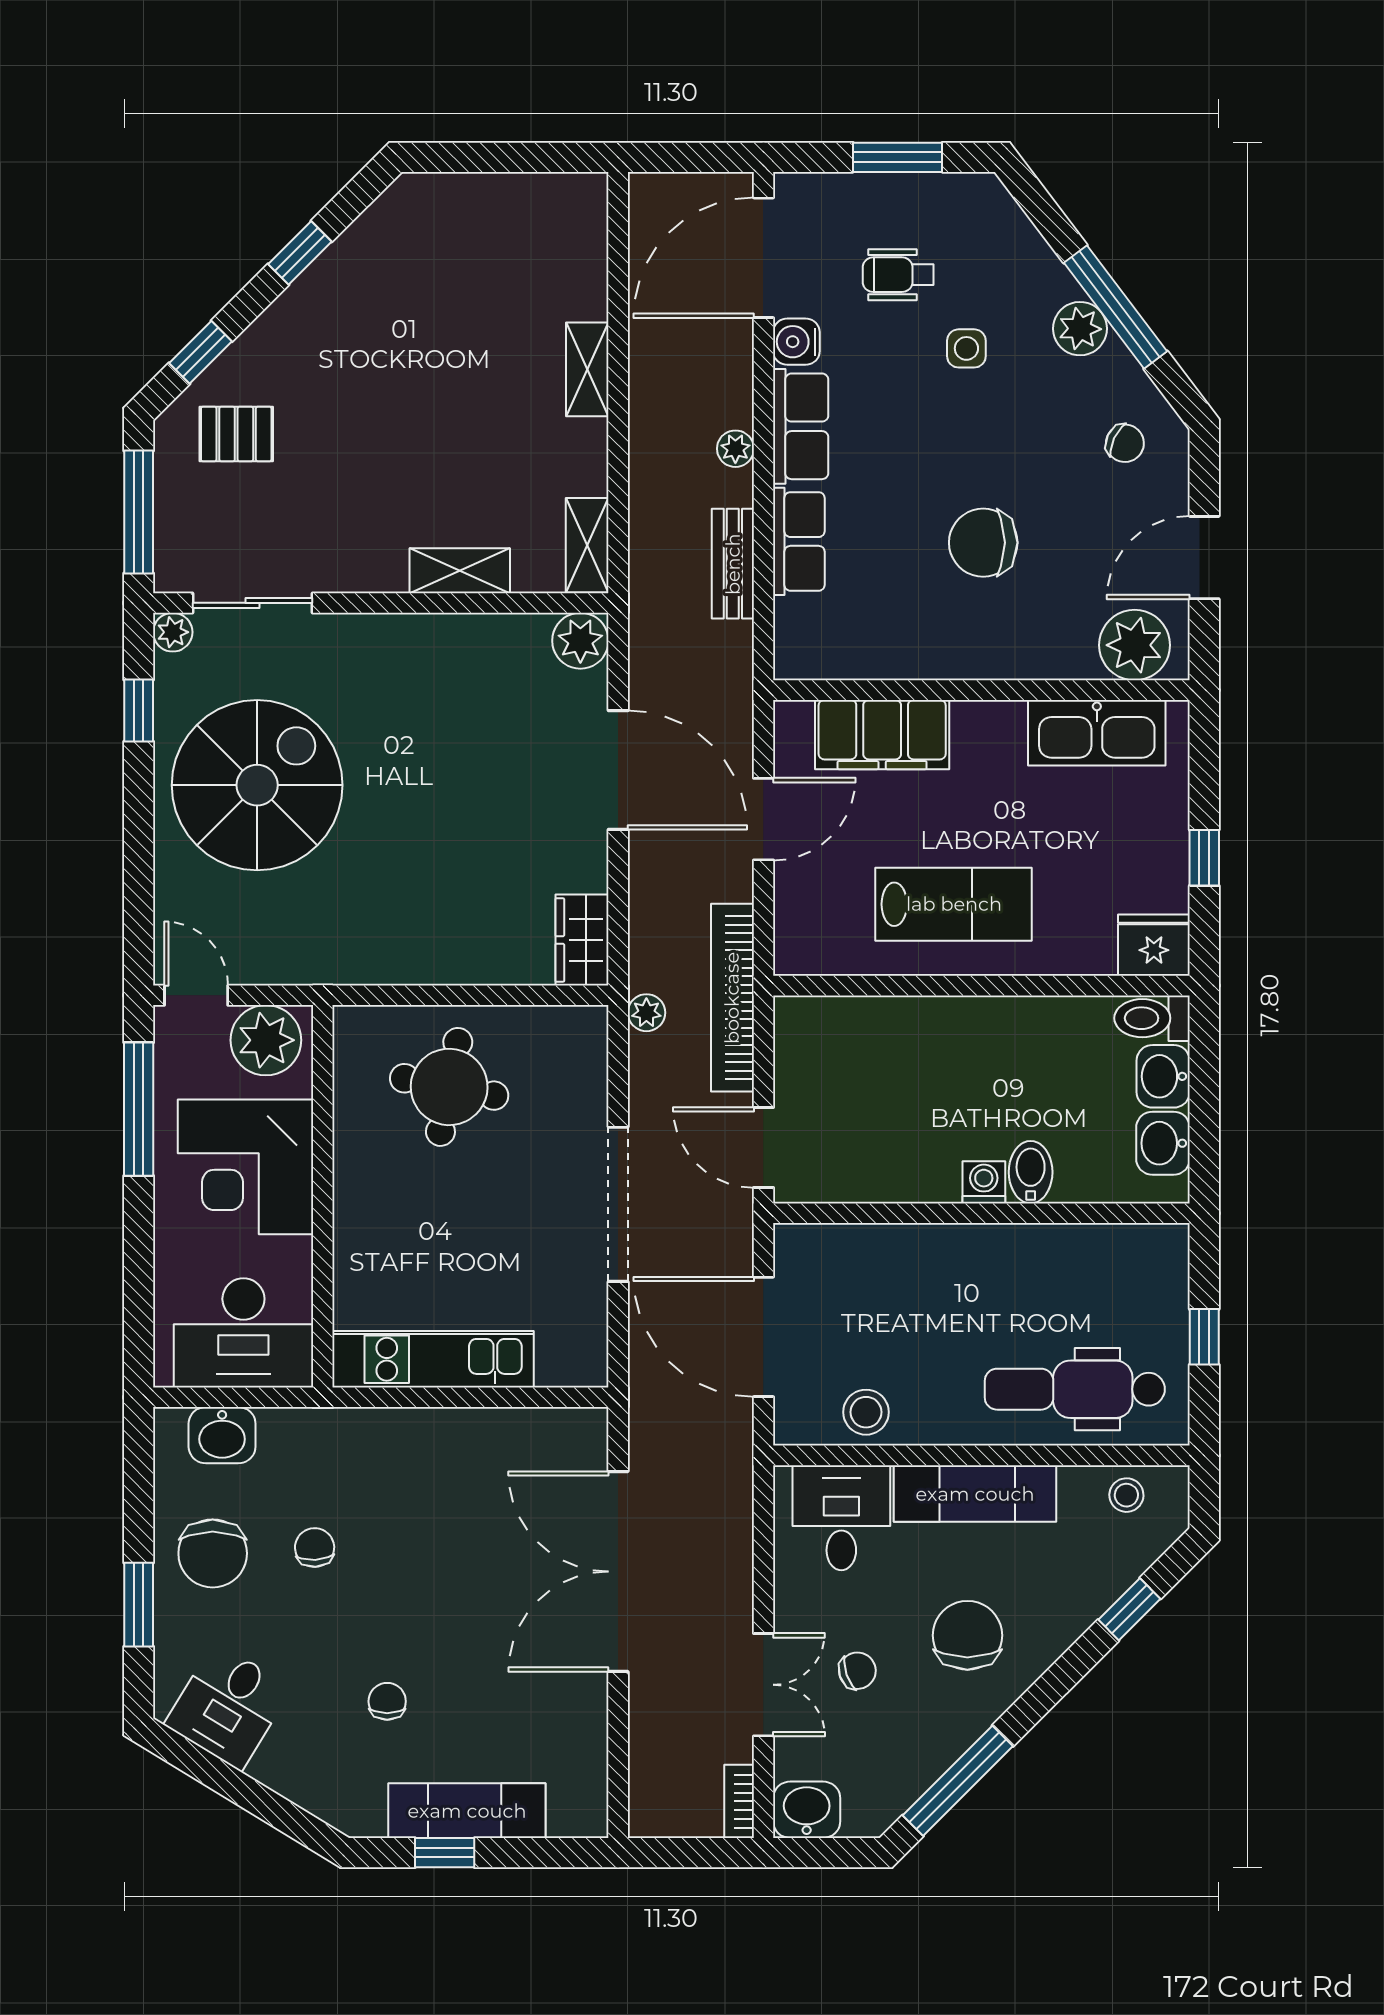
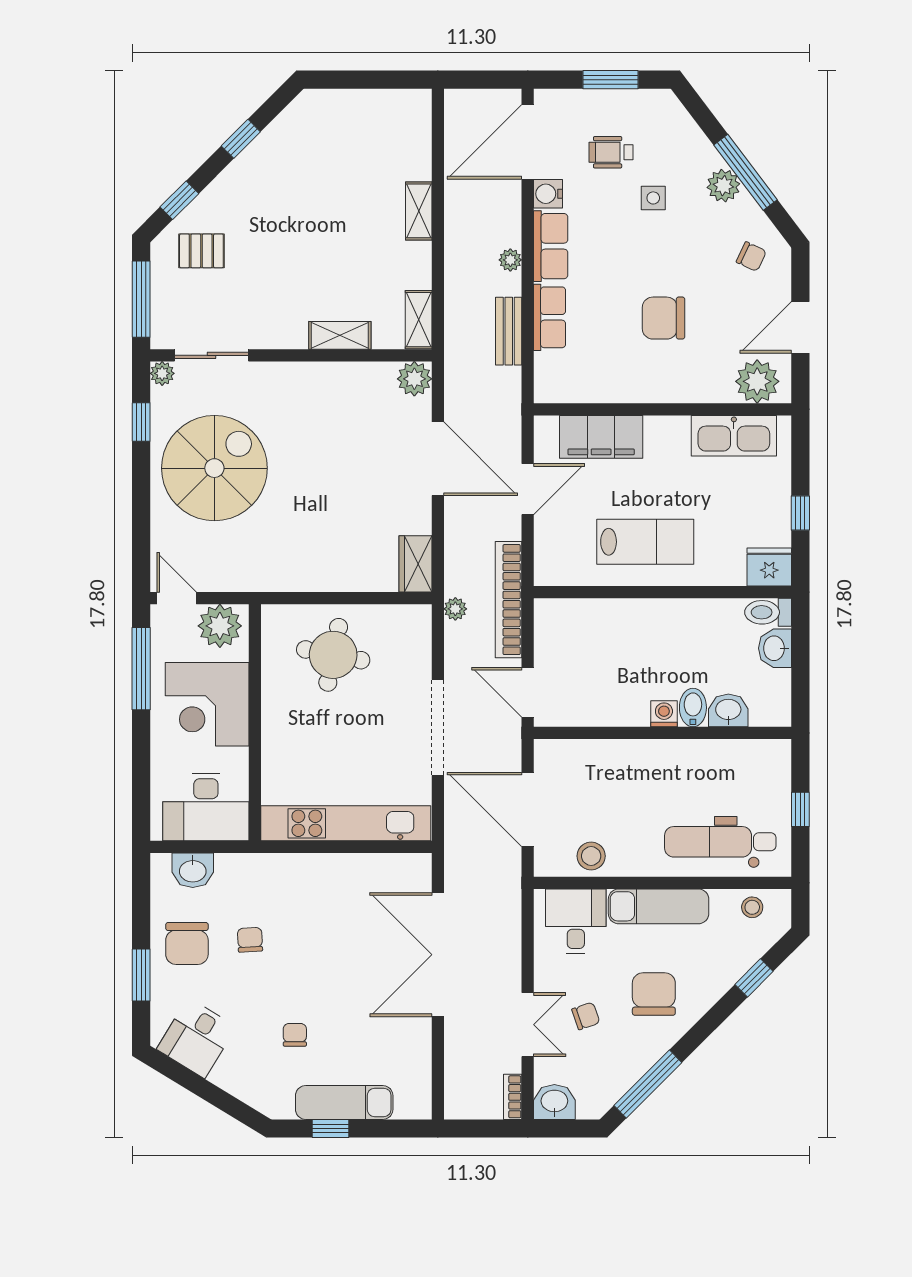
washbasin: (1163, 1143) -> (728, 710), moved, turned 90
kitchen unit: (433, 1359) -> (346, 823), width x1.36

